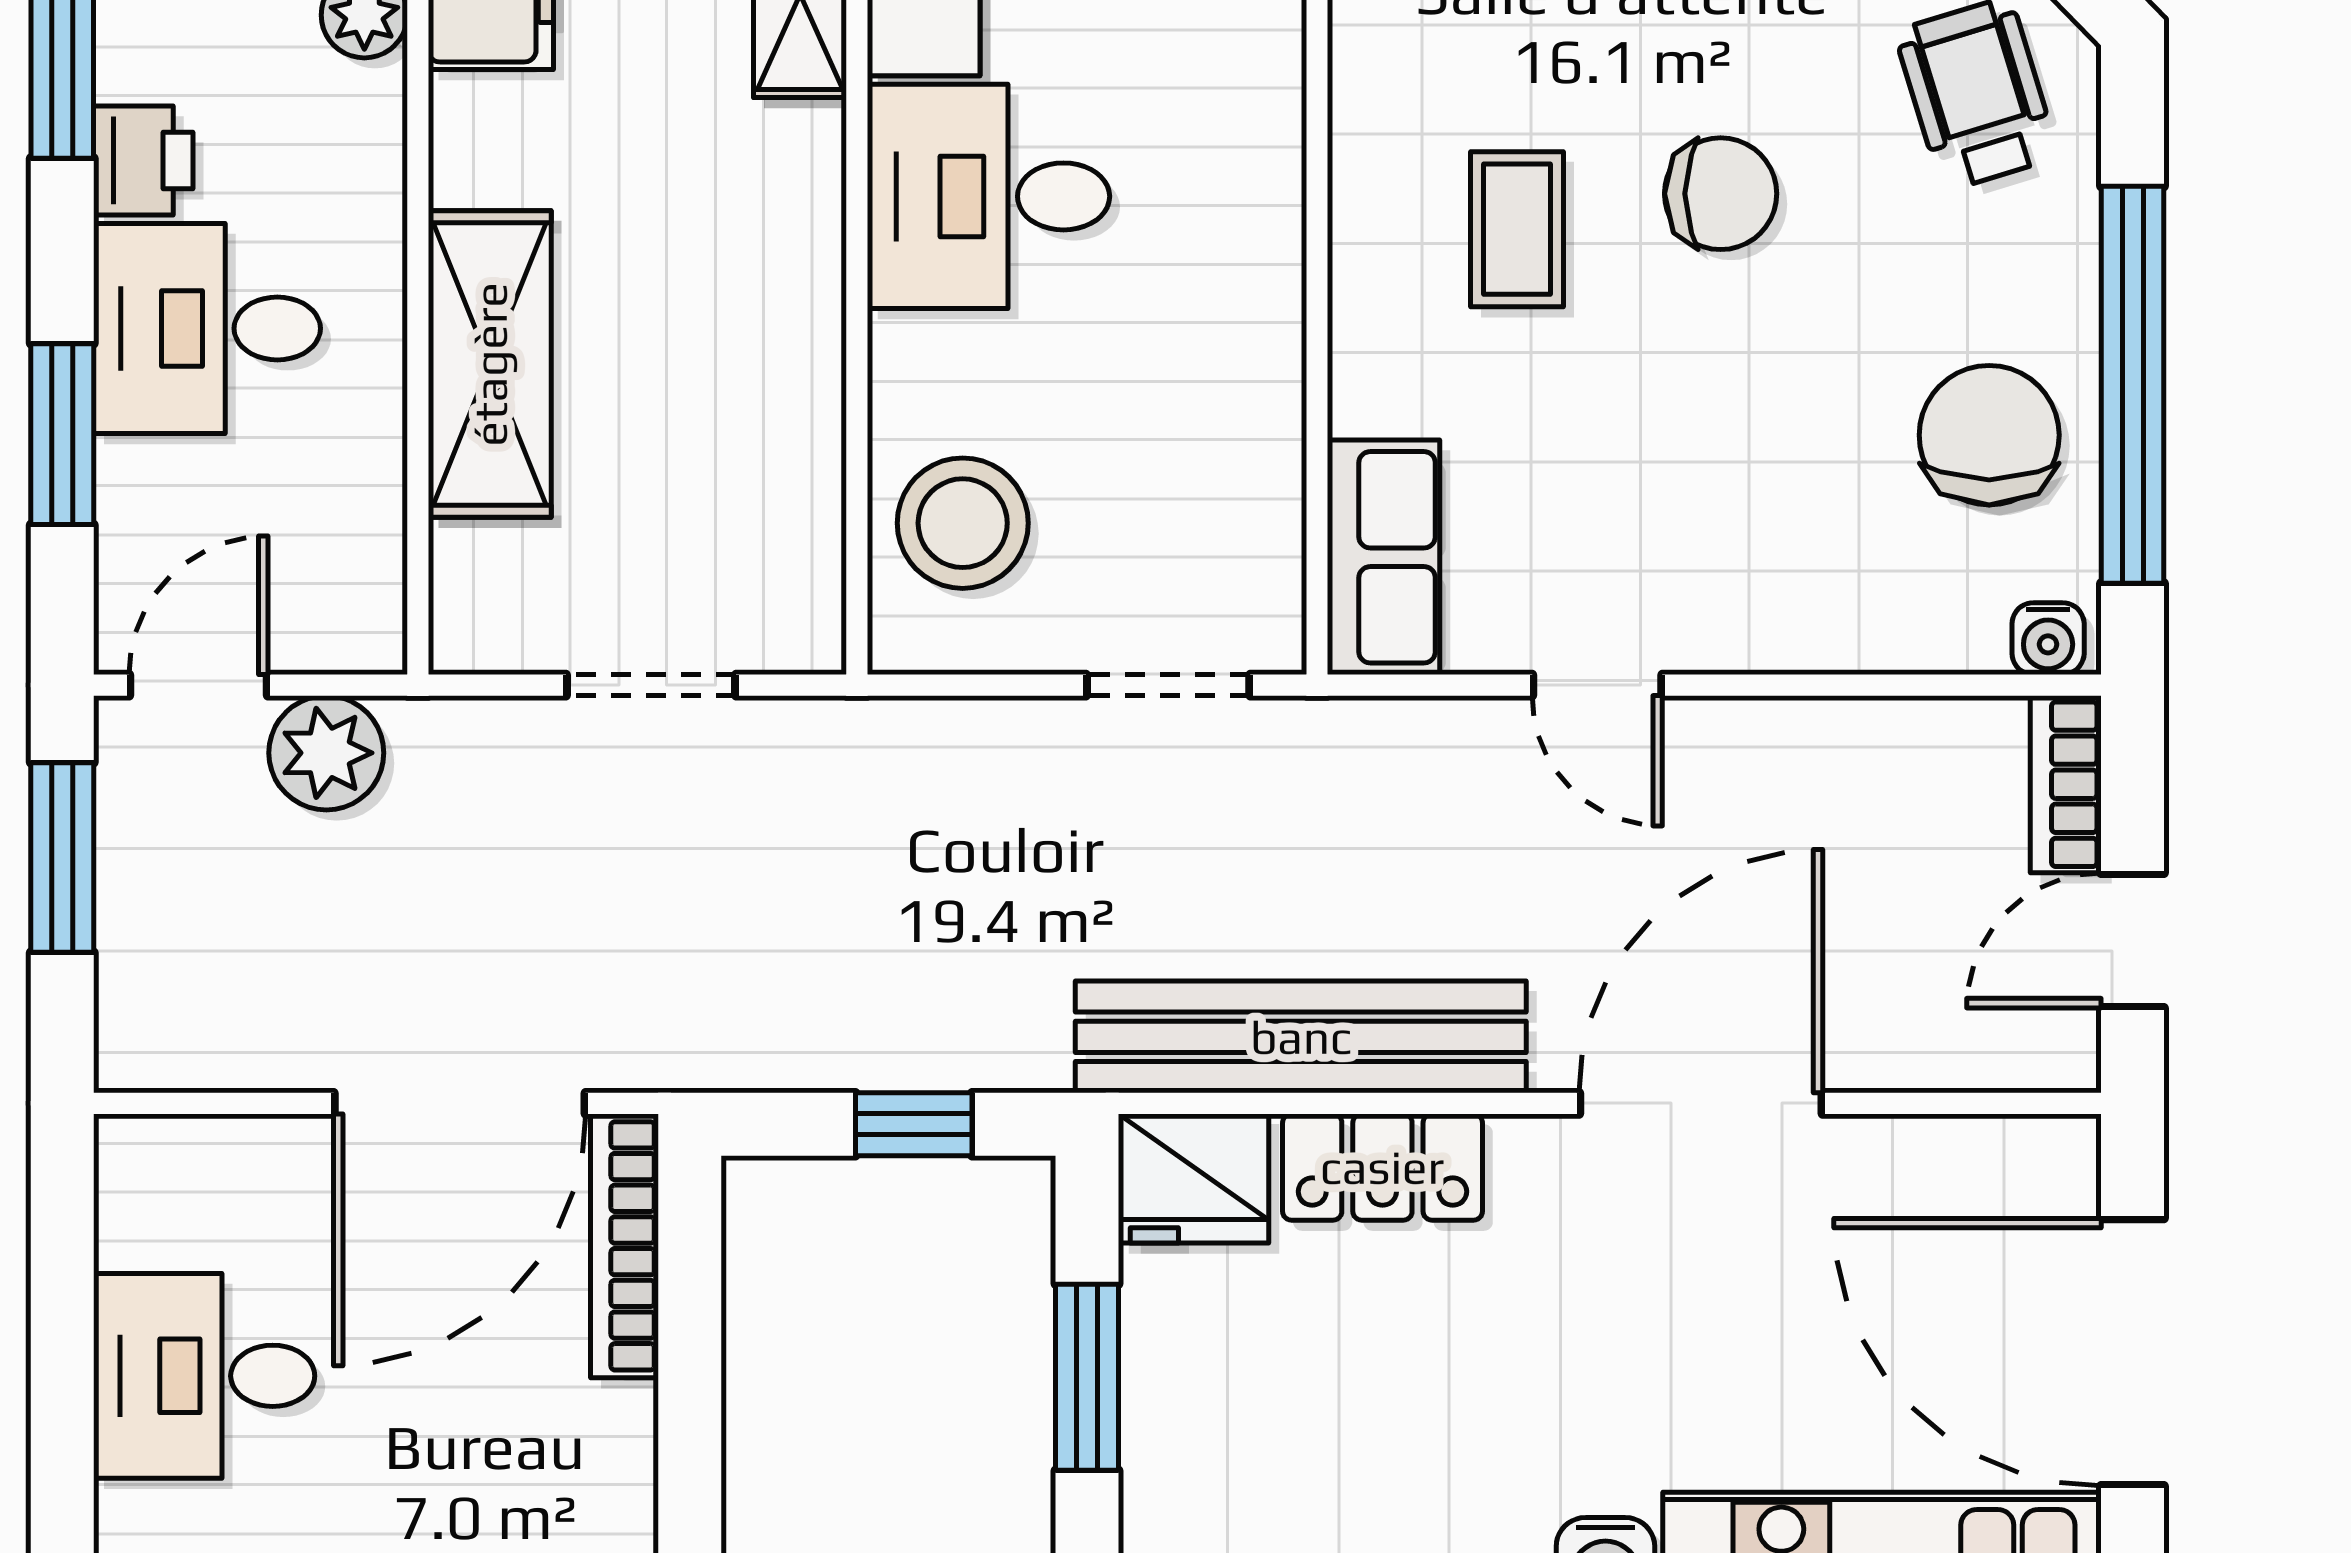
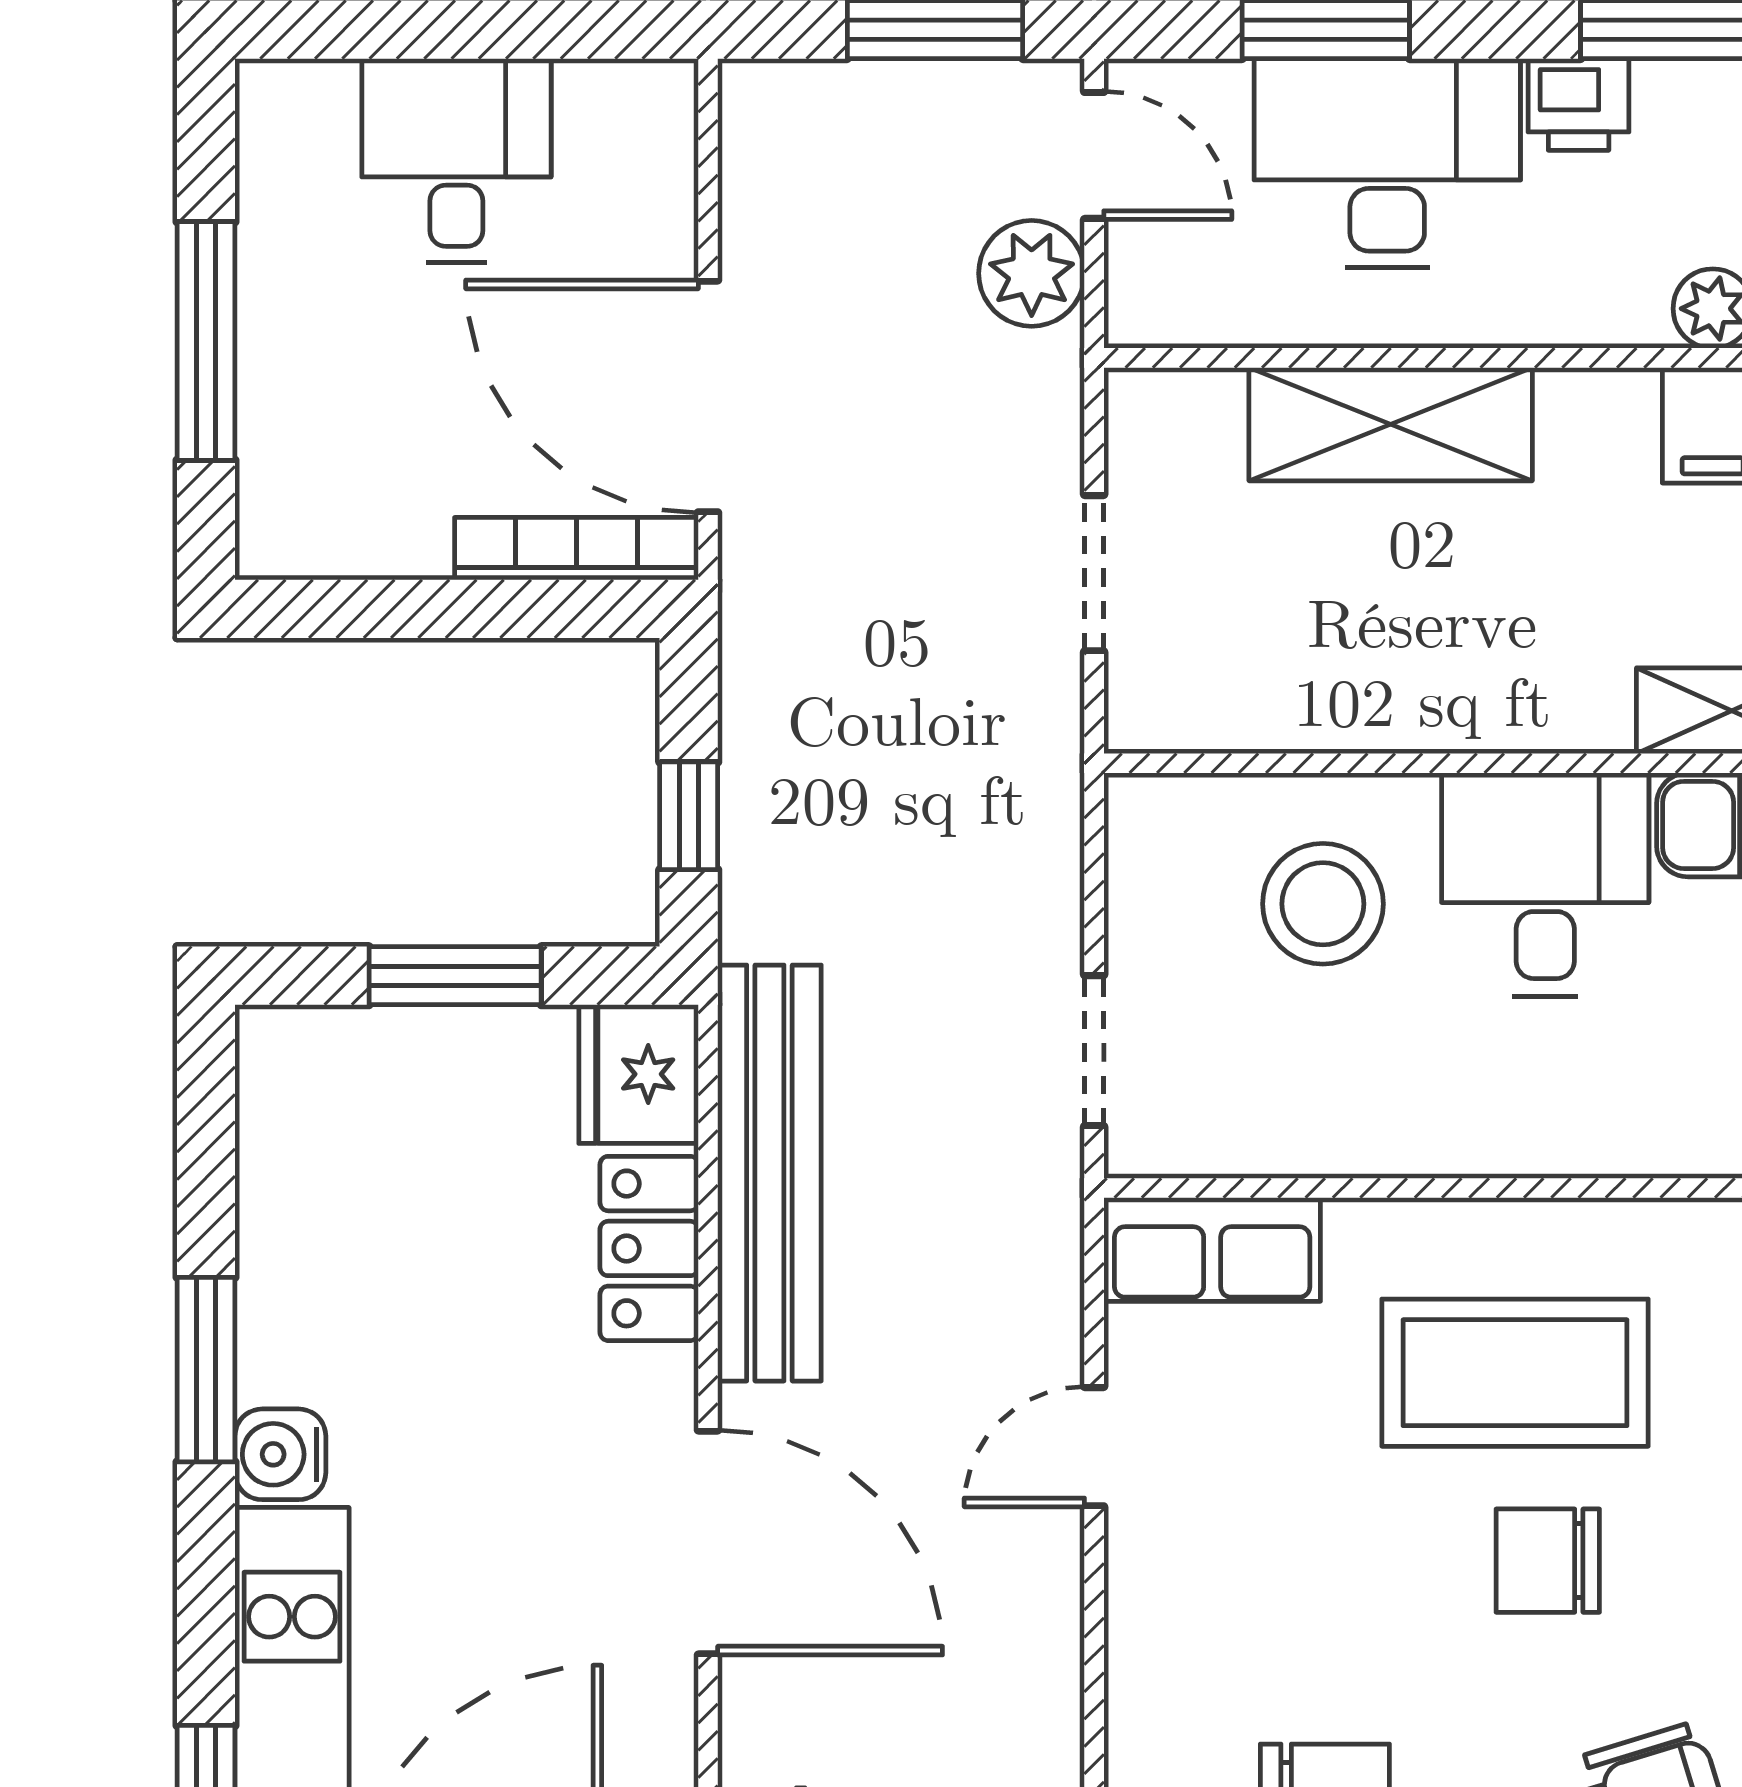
chair: (1721, 194) -> (1548, 1561), turned 90
coffee table: (1517, 229) -> (1515, 1373), width x1.86, depth x1.72
desk: (207, 328) -> (1387, 163), width x1.37
stool: (963, 523) -> (1323, 904), moved

